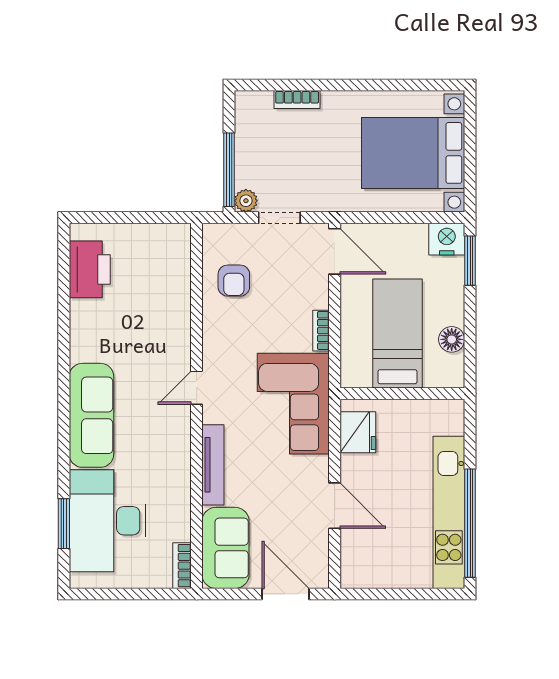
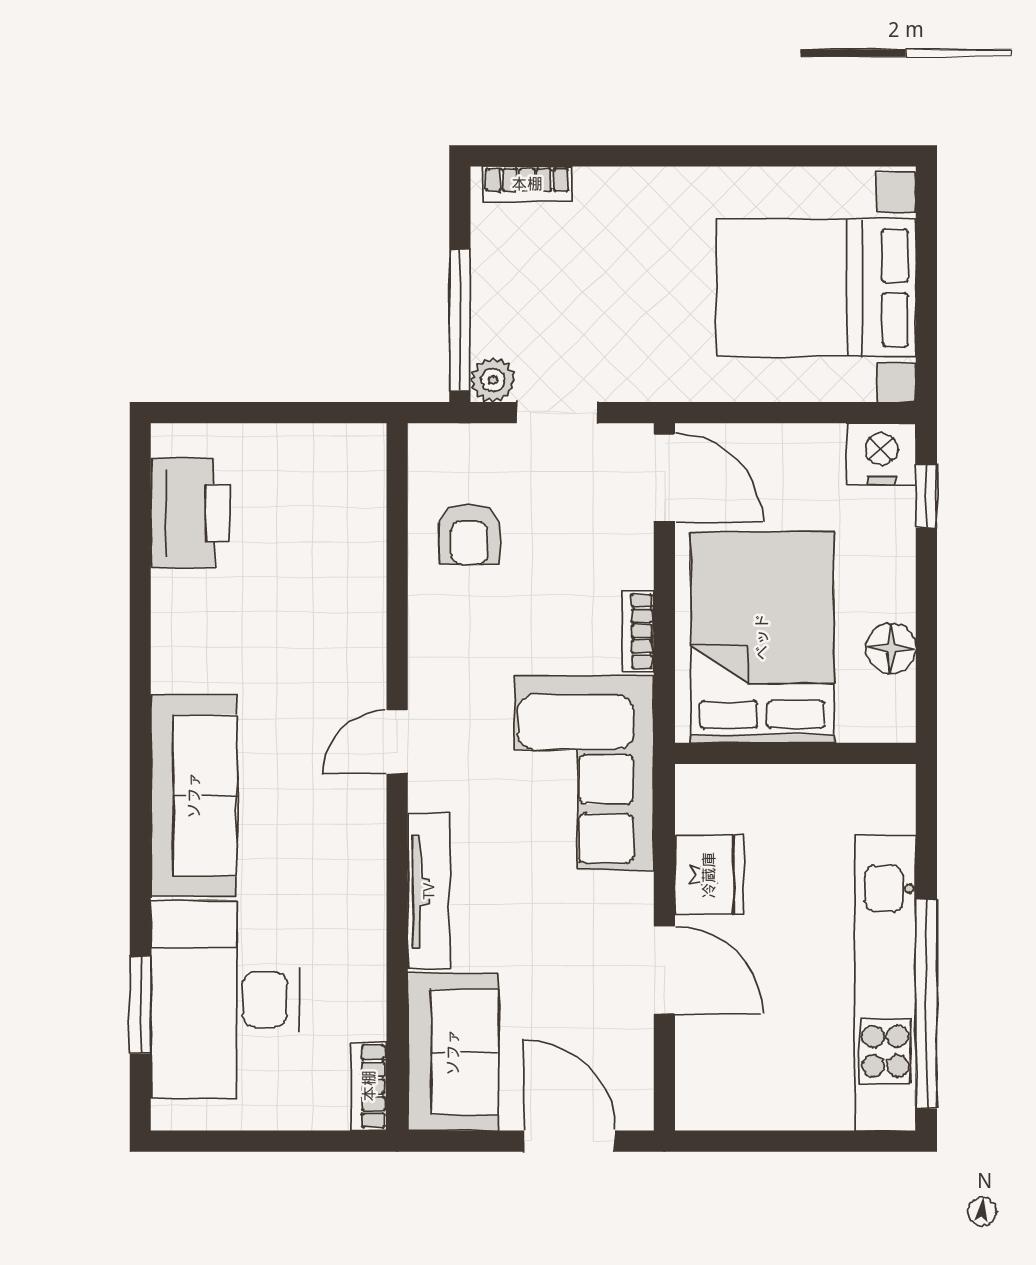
bookcase: (297, 99) -> (527, 184), moved
window: (470, 261) -> (926, 496), width x0.67
bed: (397, 334) -> (762, 637), width x1.50
fridge: (358, 432) -> (709, 875), moved

